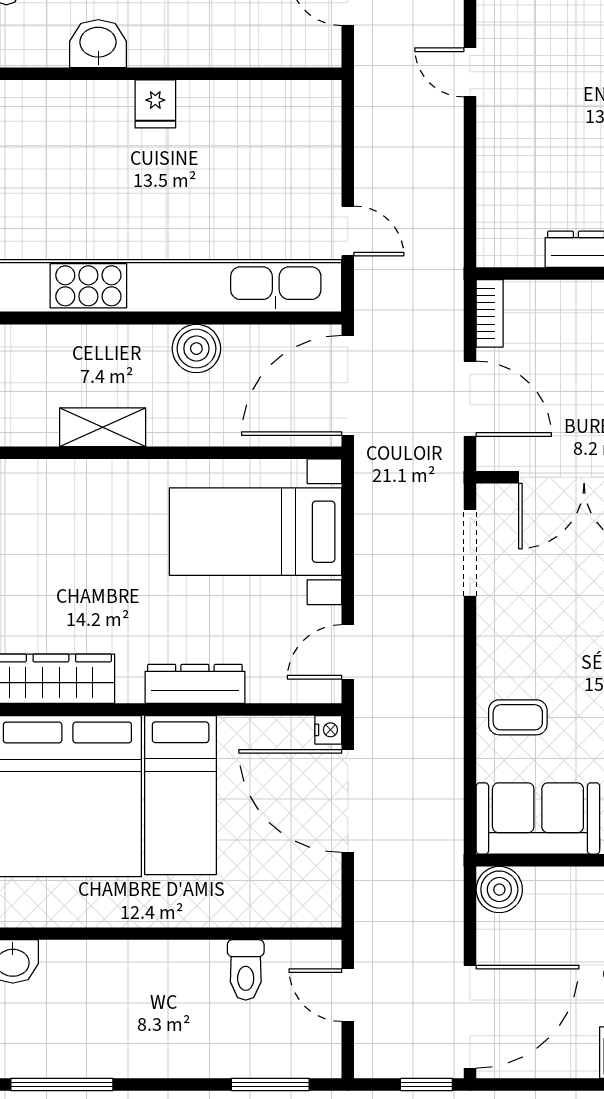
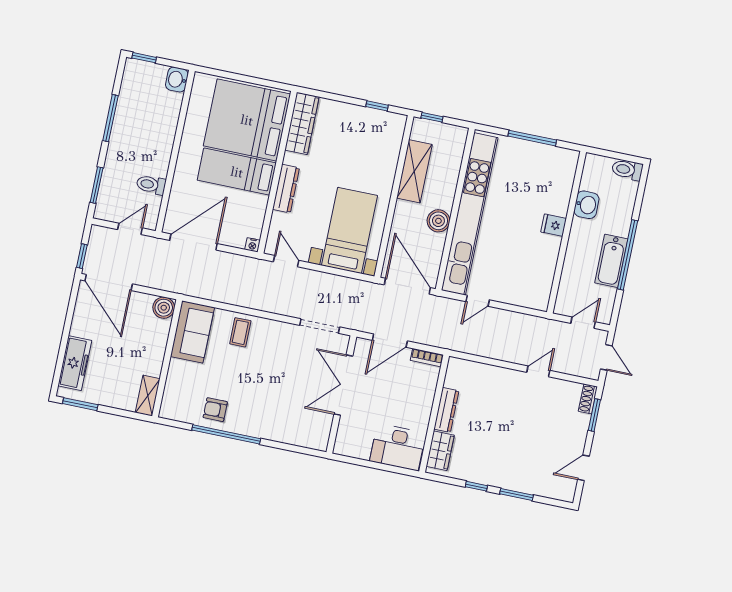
shelving: (103, 427) -> (414, 171), width x1.50, depth x1.33
door: (348, 801) -> (193, 242), moved
window: (62, 1084) -> (110, 118), moved

